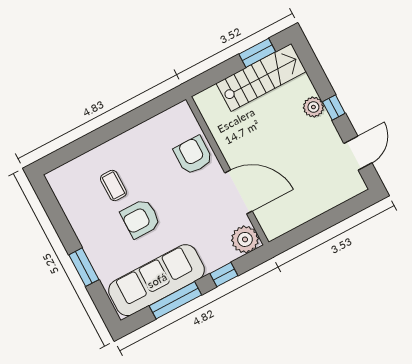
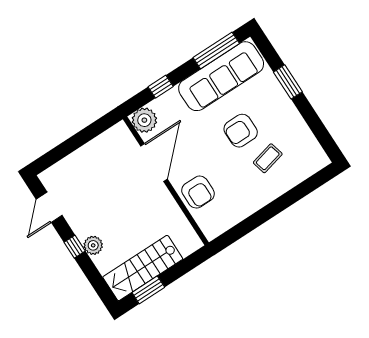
coffee table: (113, 185) -> (268, 158), turned 76
door: (239, 192) -> (154, 163), swing flipped
armchair: (140, 219) -> (241, 131), turned 180
window: (175, 300) -> (216, 50), moved

